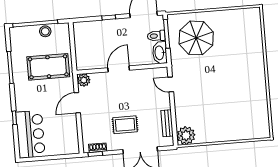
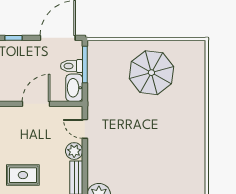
parasol: (196, 38) -> (151, 73), moved
door: (119, 69) -> (36, 104), moved
plant: (164, 103) -> (74, 151), added

